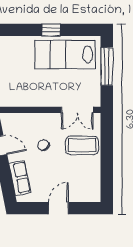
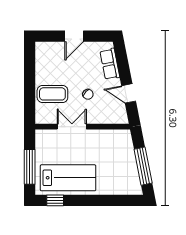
window: (51, 30) -> (55, 200), moved
double door: (77, 110) -> (72, 127), moved

